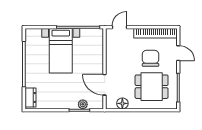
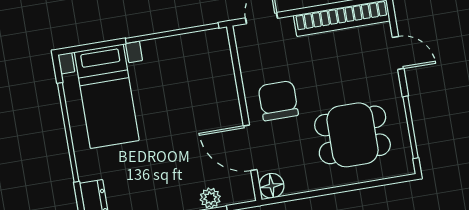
bed with nightstands: (61, 51) -> (107, 96), moved
chair: (150, 58) -> (278, 101), moved
floor lamp: (122, 103) -> (272, 186), moved

